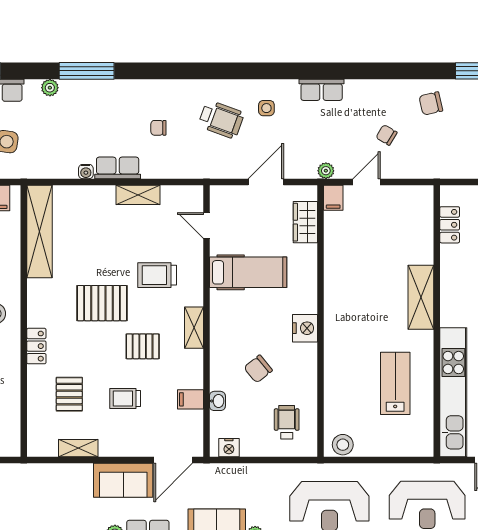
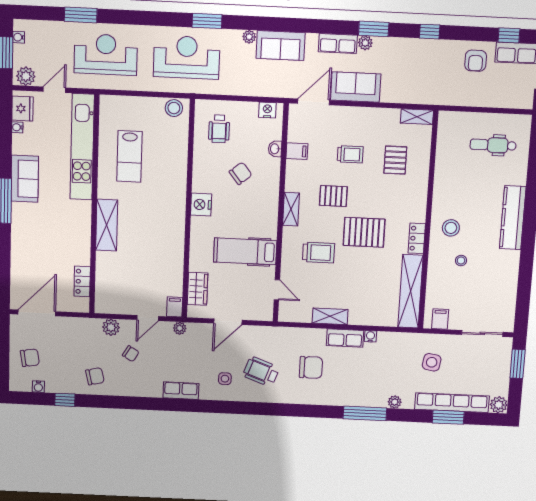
chair: (158, 128) -> (311, 367), width x1.87, depth x1.87
plant: (412, 168) -> (111, 327), added
locker: (36, 346) -> (417, 238), moved
shelving: (78, 448) -> (417, 117), moved

